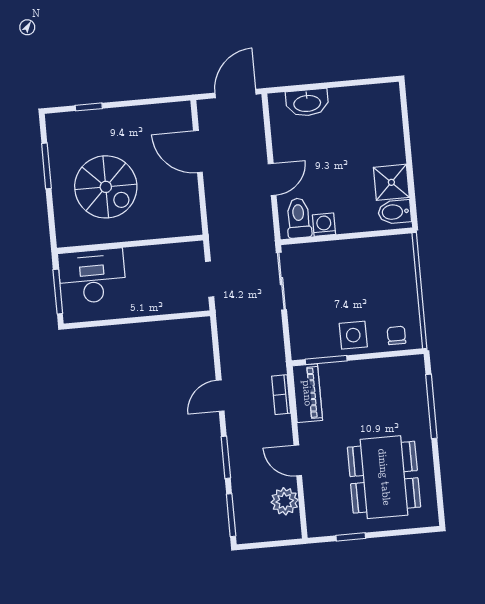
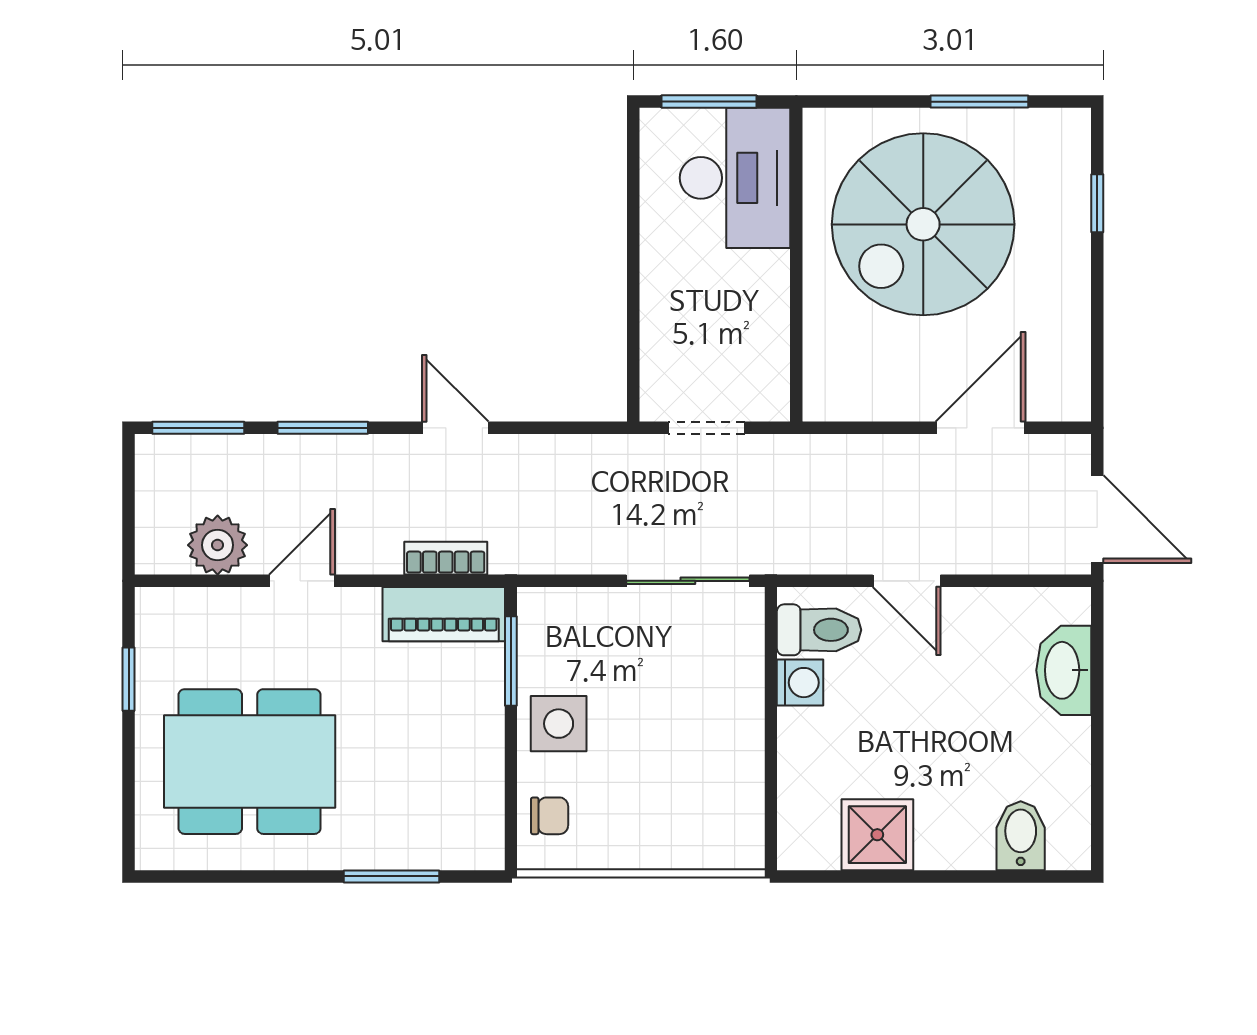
spiral stairs: (106, 187) -> (923, 224), width x1.37, depth x1.37
bidet: (395, 212) -> (1021, 836), moved
window: (431, 406) -> (392, 876), width x0.69

